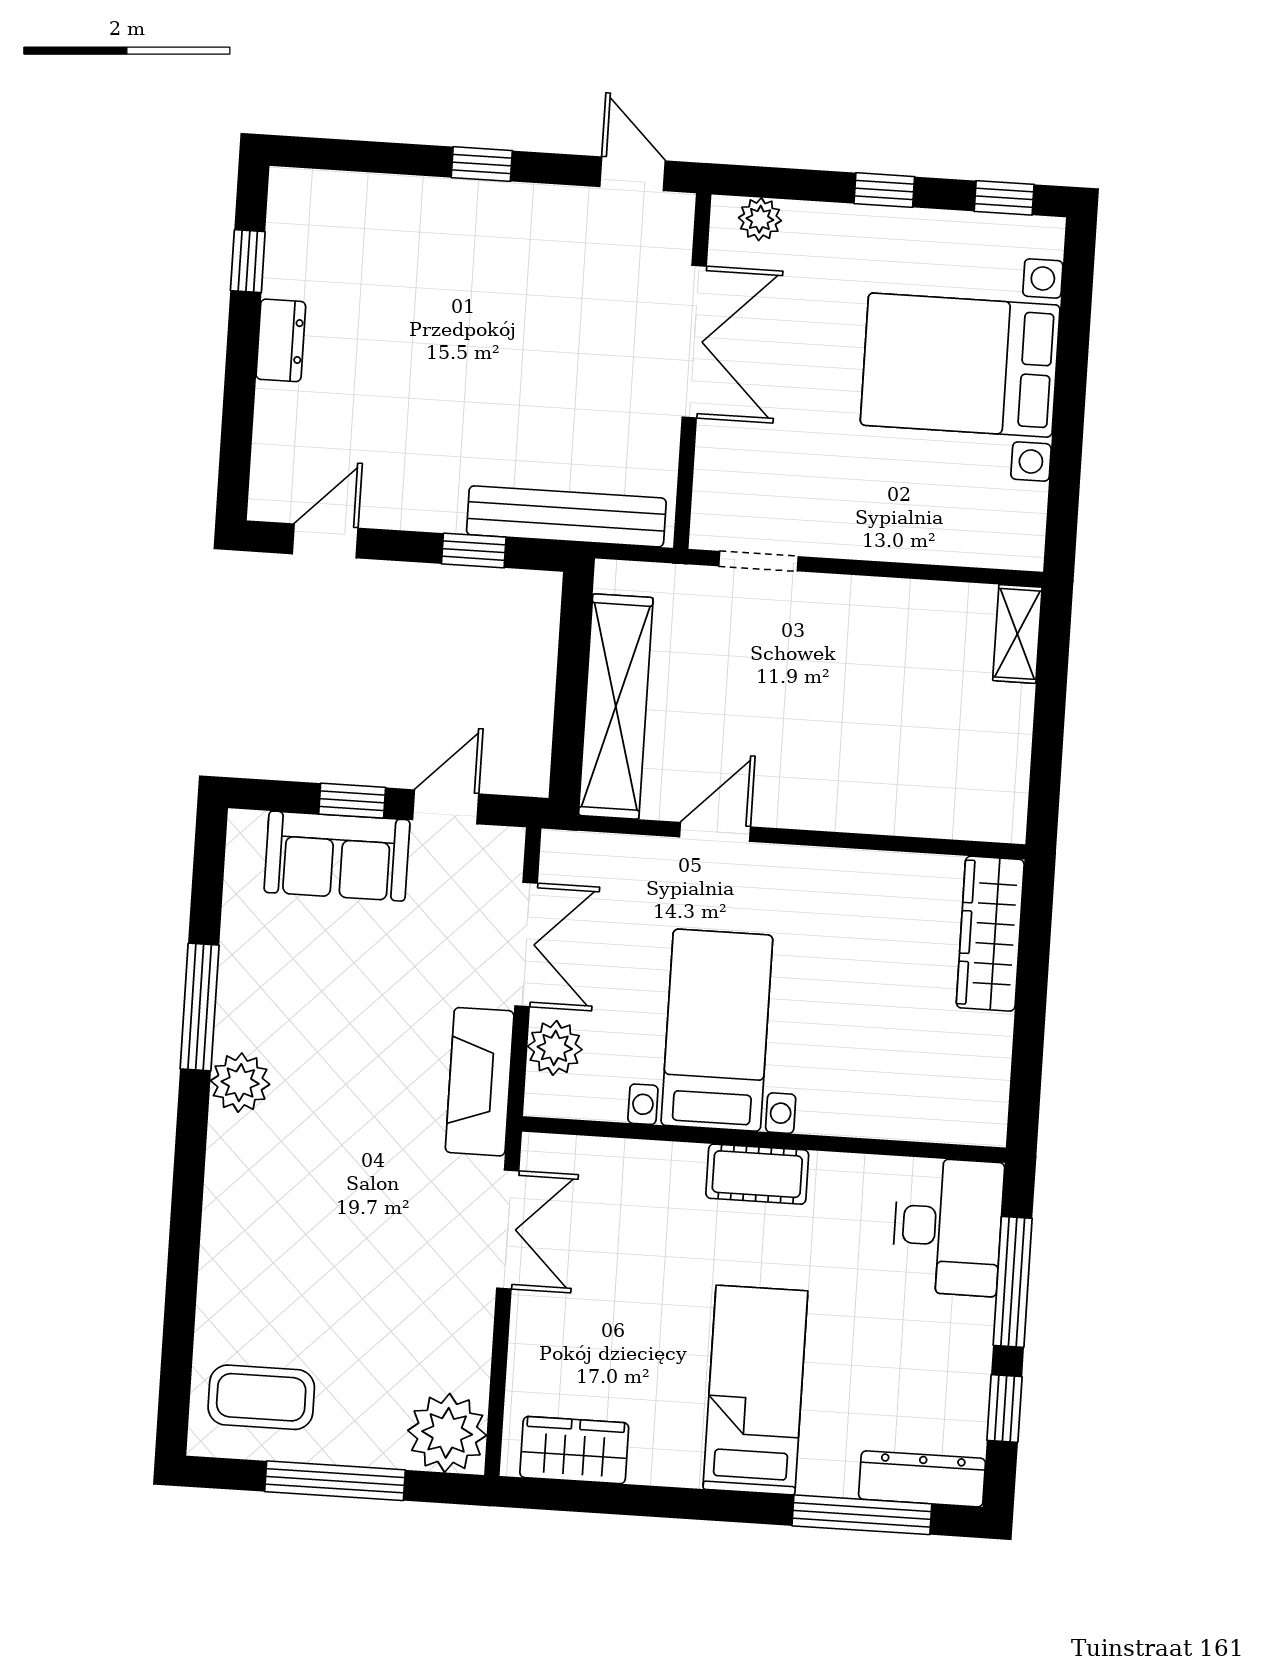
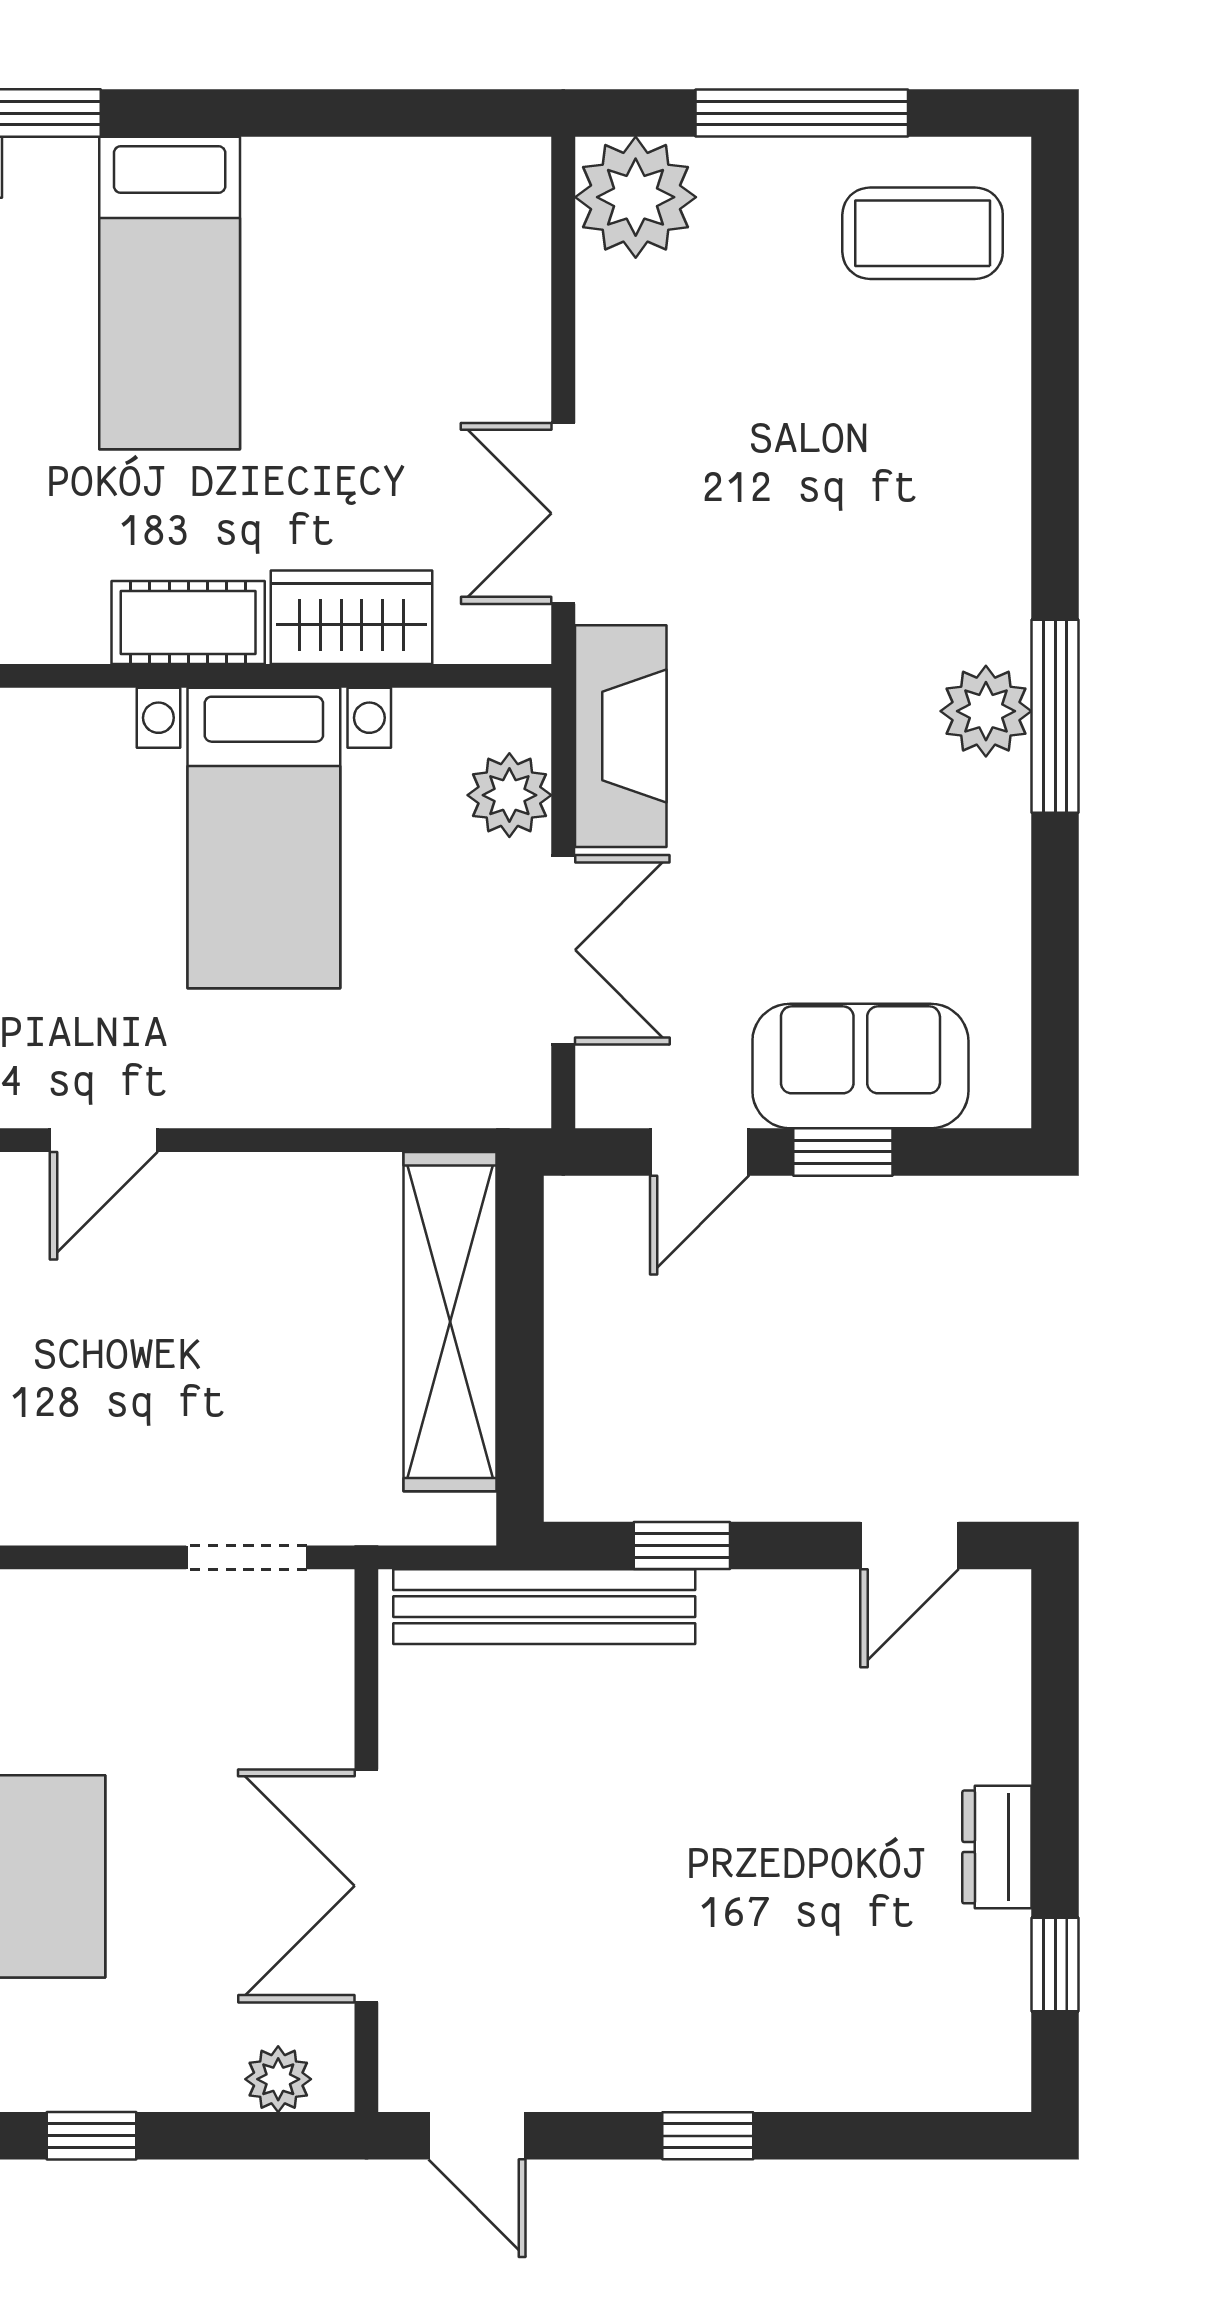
door: (715, 832) -> (104, 1140), moved
double door: (526, 944) -> (563, 950), swing flipped
window: (200, 1007) -> (1055, 716), moved
wardrobe: (574, 1450) -> (352, 617), moved, turned 180

